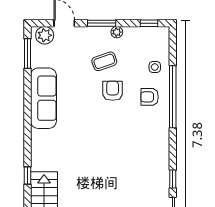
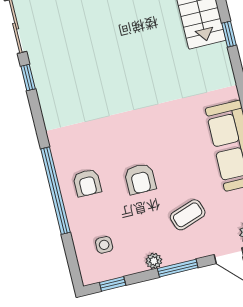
coffee table: (104, 61) -> (188, 215), moved
side table: (155, 67) -> (104, 245), moved
armchair: (150, 97) -> (87, 183), turned 90

